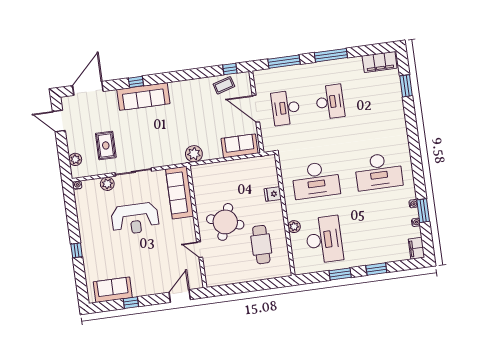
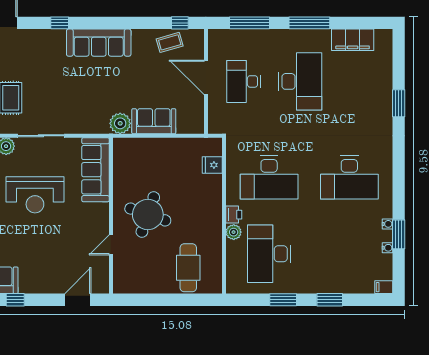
filing cabinet: (380, 62) -> (353, 40), moved
window: (406, 86) -> (399, 103), moved
sofa: (143, 97) -> (99, 43), moved
desk: (330, 102) -> (300, 81), width x1.36, depth x1.30
sofa: (240, 146) -> (154, 121), moved
fridge: (273, 194) -> (212, 165), moved
printer: (292, 213) -> (234, 215), added
desk: (324, 240) -> (269, 254), turned 180
cafe table: (261, 245) -> (188, 268), moved
filing cabinet: (416, 248) -> (384, 287), width x0.50
door: (200, 250) -> (111, 245), hinge flipped

